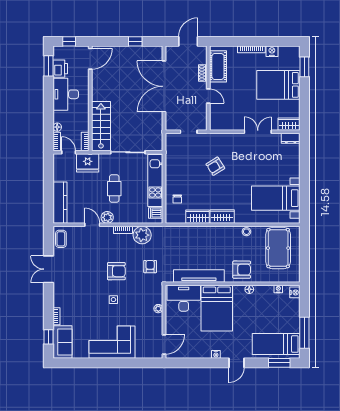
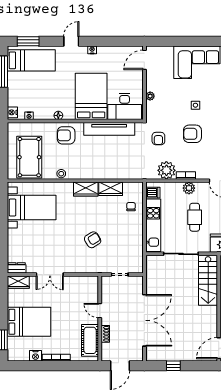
plant: (107, 217) -> (189, 188), moved

